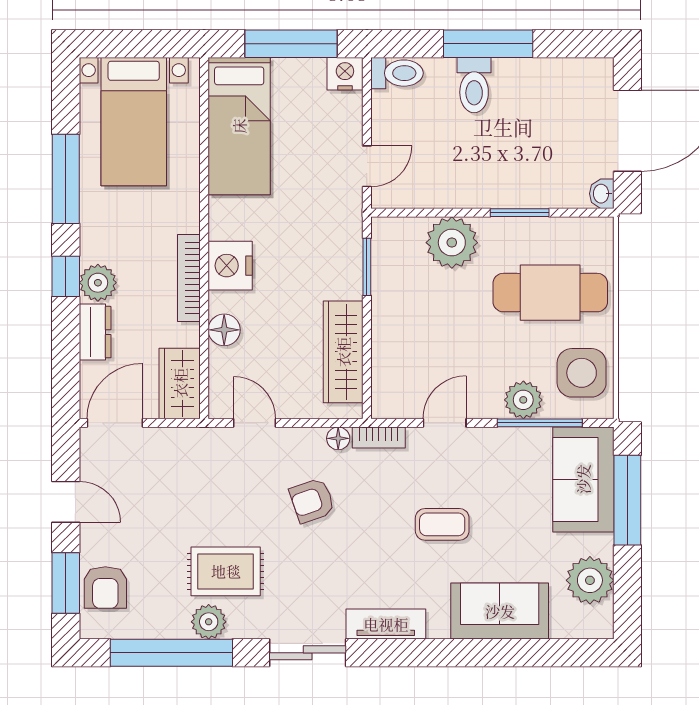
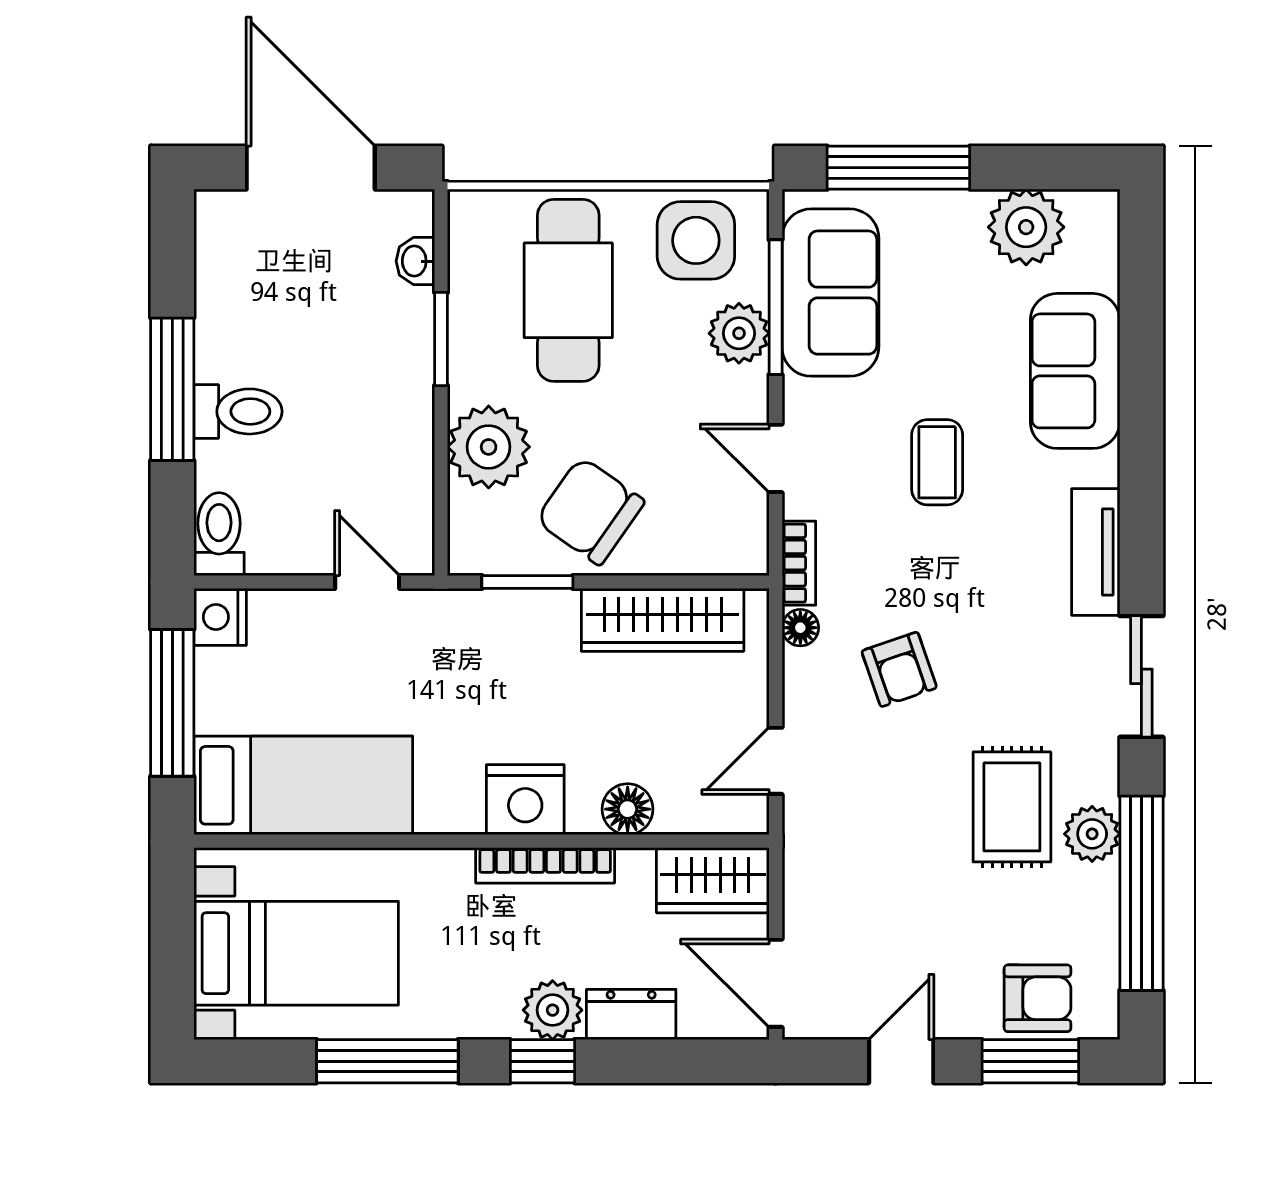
washbasin: (602, 194) -> (415, 261), moved, turned 90
chair: (412, 306) -> (590, 511), added
sofa: (583, 479) -> (830, 293), moved, turned -90

